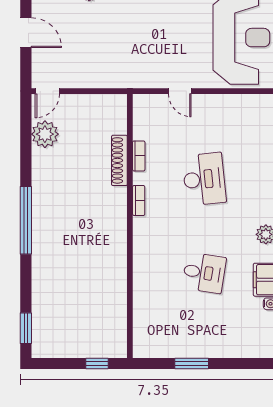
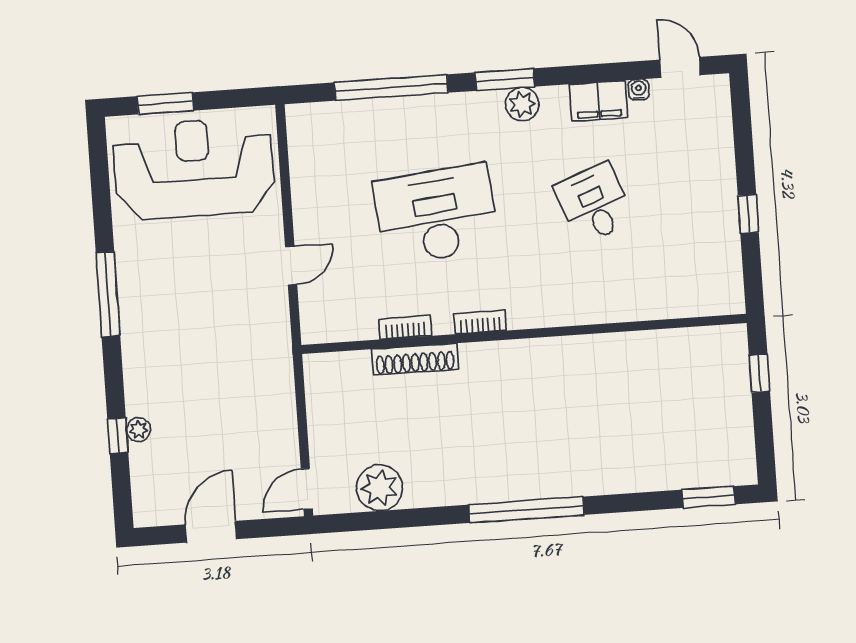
door: (47, 91) -> (307, 489), swing flipped
desk: (204, 179) -> (436, 214), width x1.36, depth x1.30
desk: (204, 273) -> (594, 203), turned -30
window: (192, 363) -> (748, 214), width x0.67

